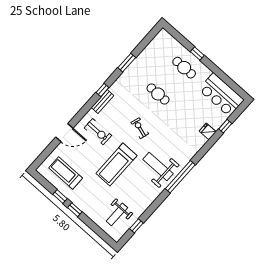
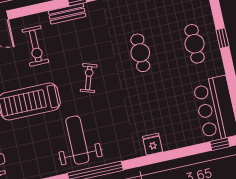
window: (225, 126) -> (220, 144), moved
fridge: (208, 131) -> (153, 144), moved

